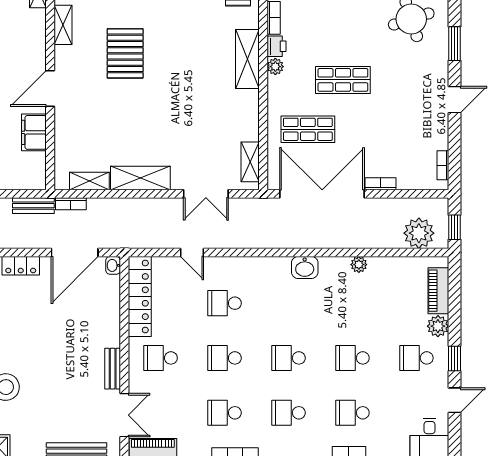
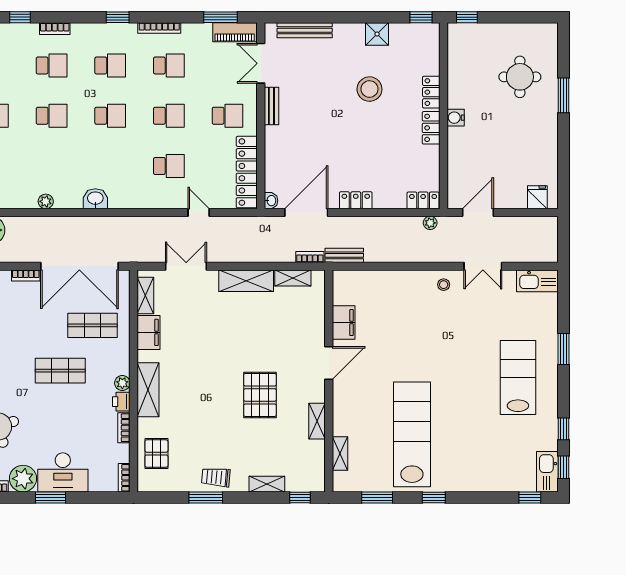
filing cabinet: (247, 122) -> (148, 332), added

